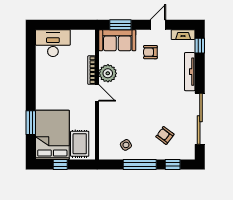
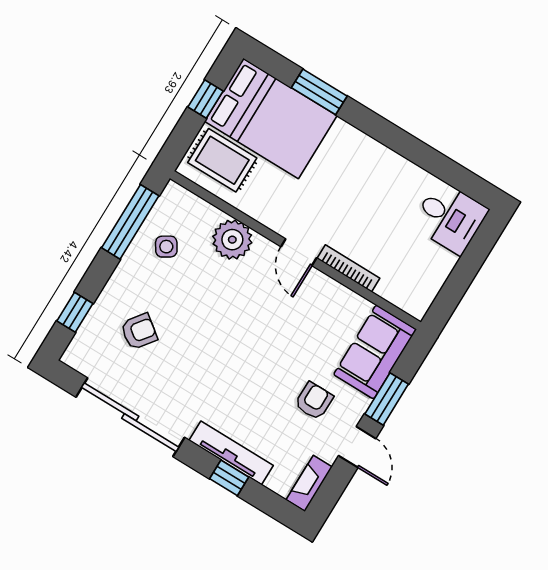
window: (120, 25) -> (387, 399), moved
desk: (53, 43) -> (450, 217), width x0.73
window: (200, 46) -> (229, 478), moved
plant: (108, 73) -> (232, 240), moved
door: (97, 93) -> (299, 252), hinge flipped
window: (140, 165) -> (130, 222), moved

